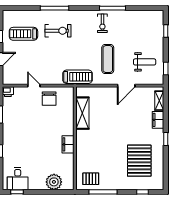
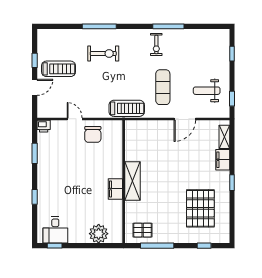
treadmill: (23, 34) -> (58, 69), moved, turned 180
weight bench: (145, 62) -> (207, 91), turned 180
shelving: (82, 113) -> (132, 181), moved

